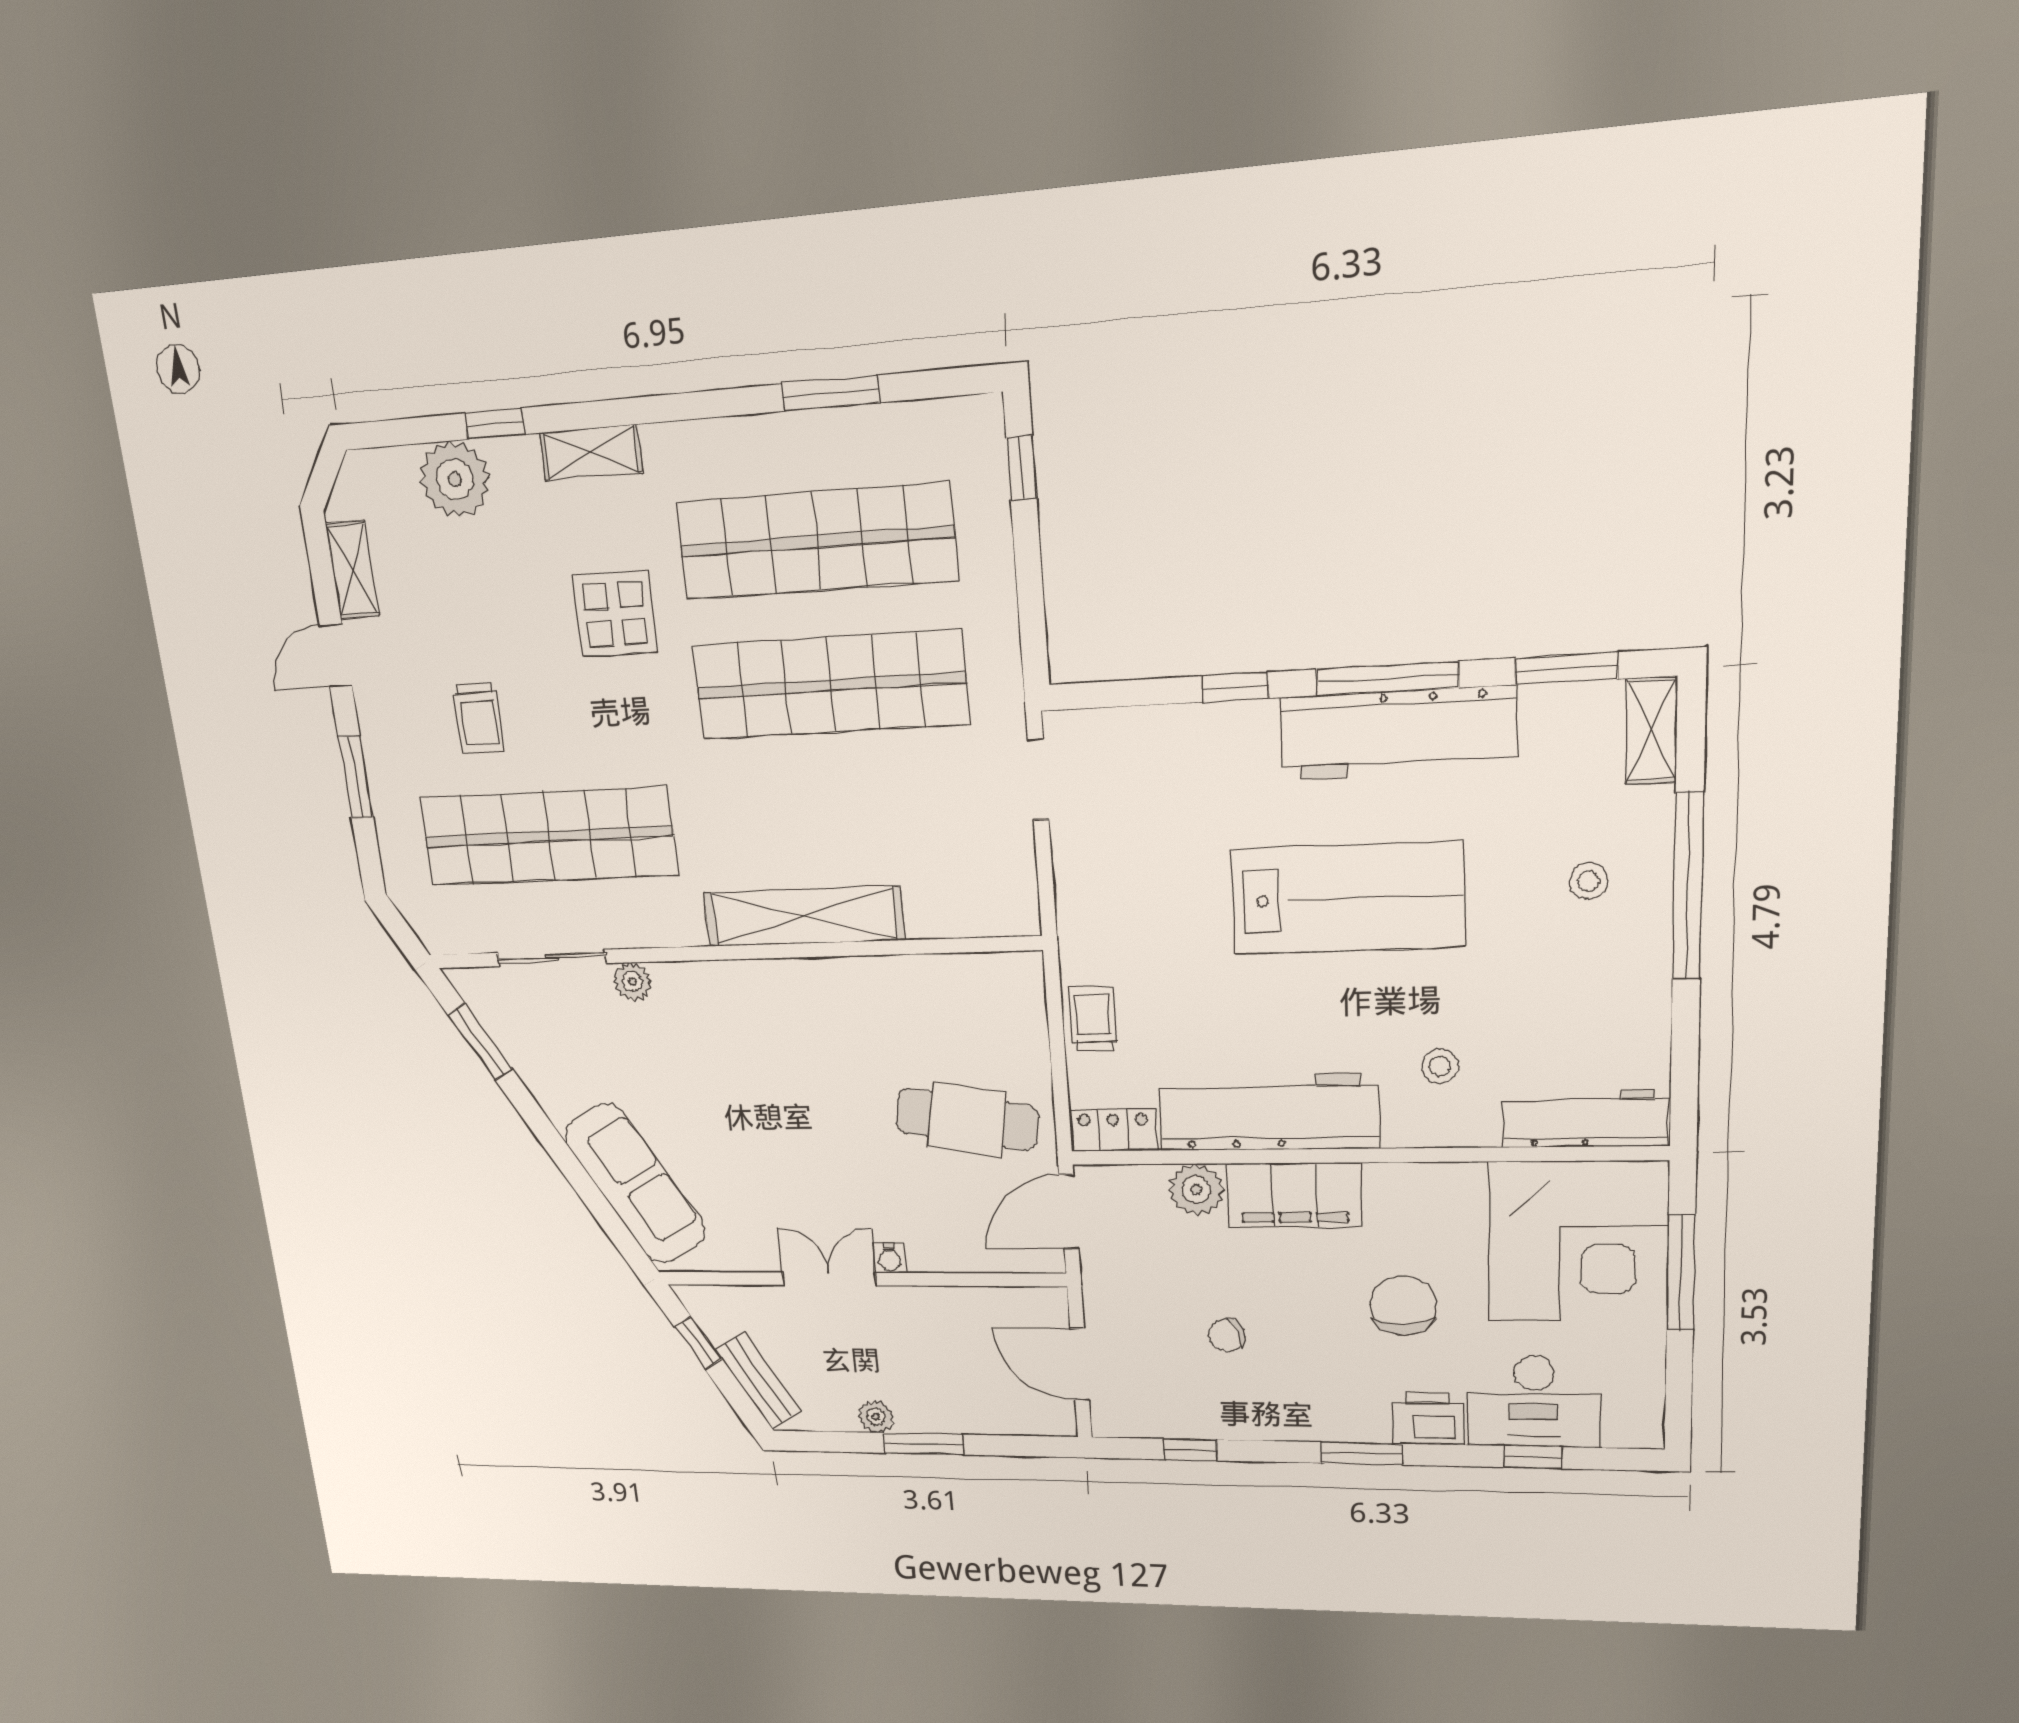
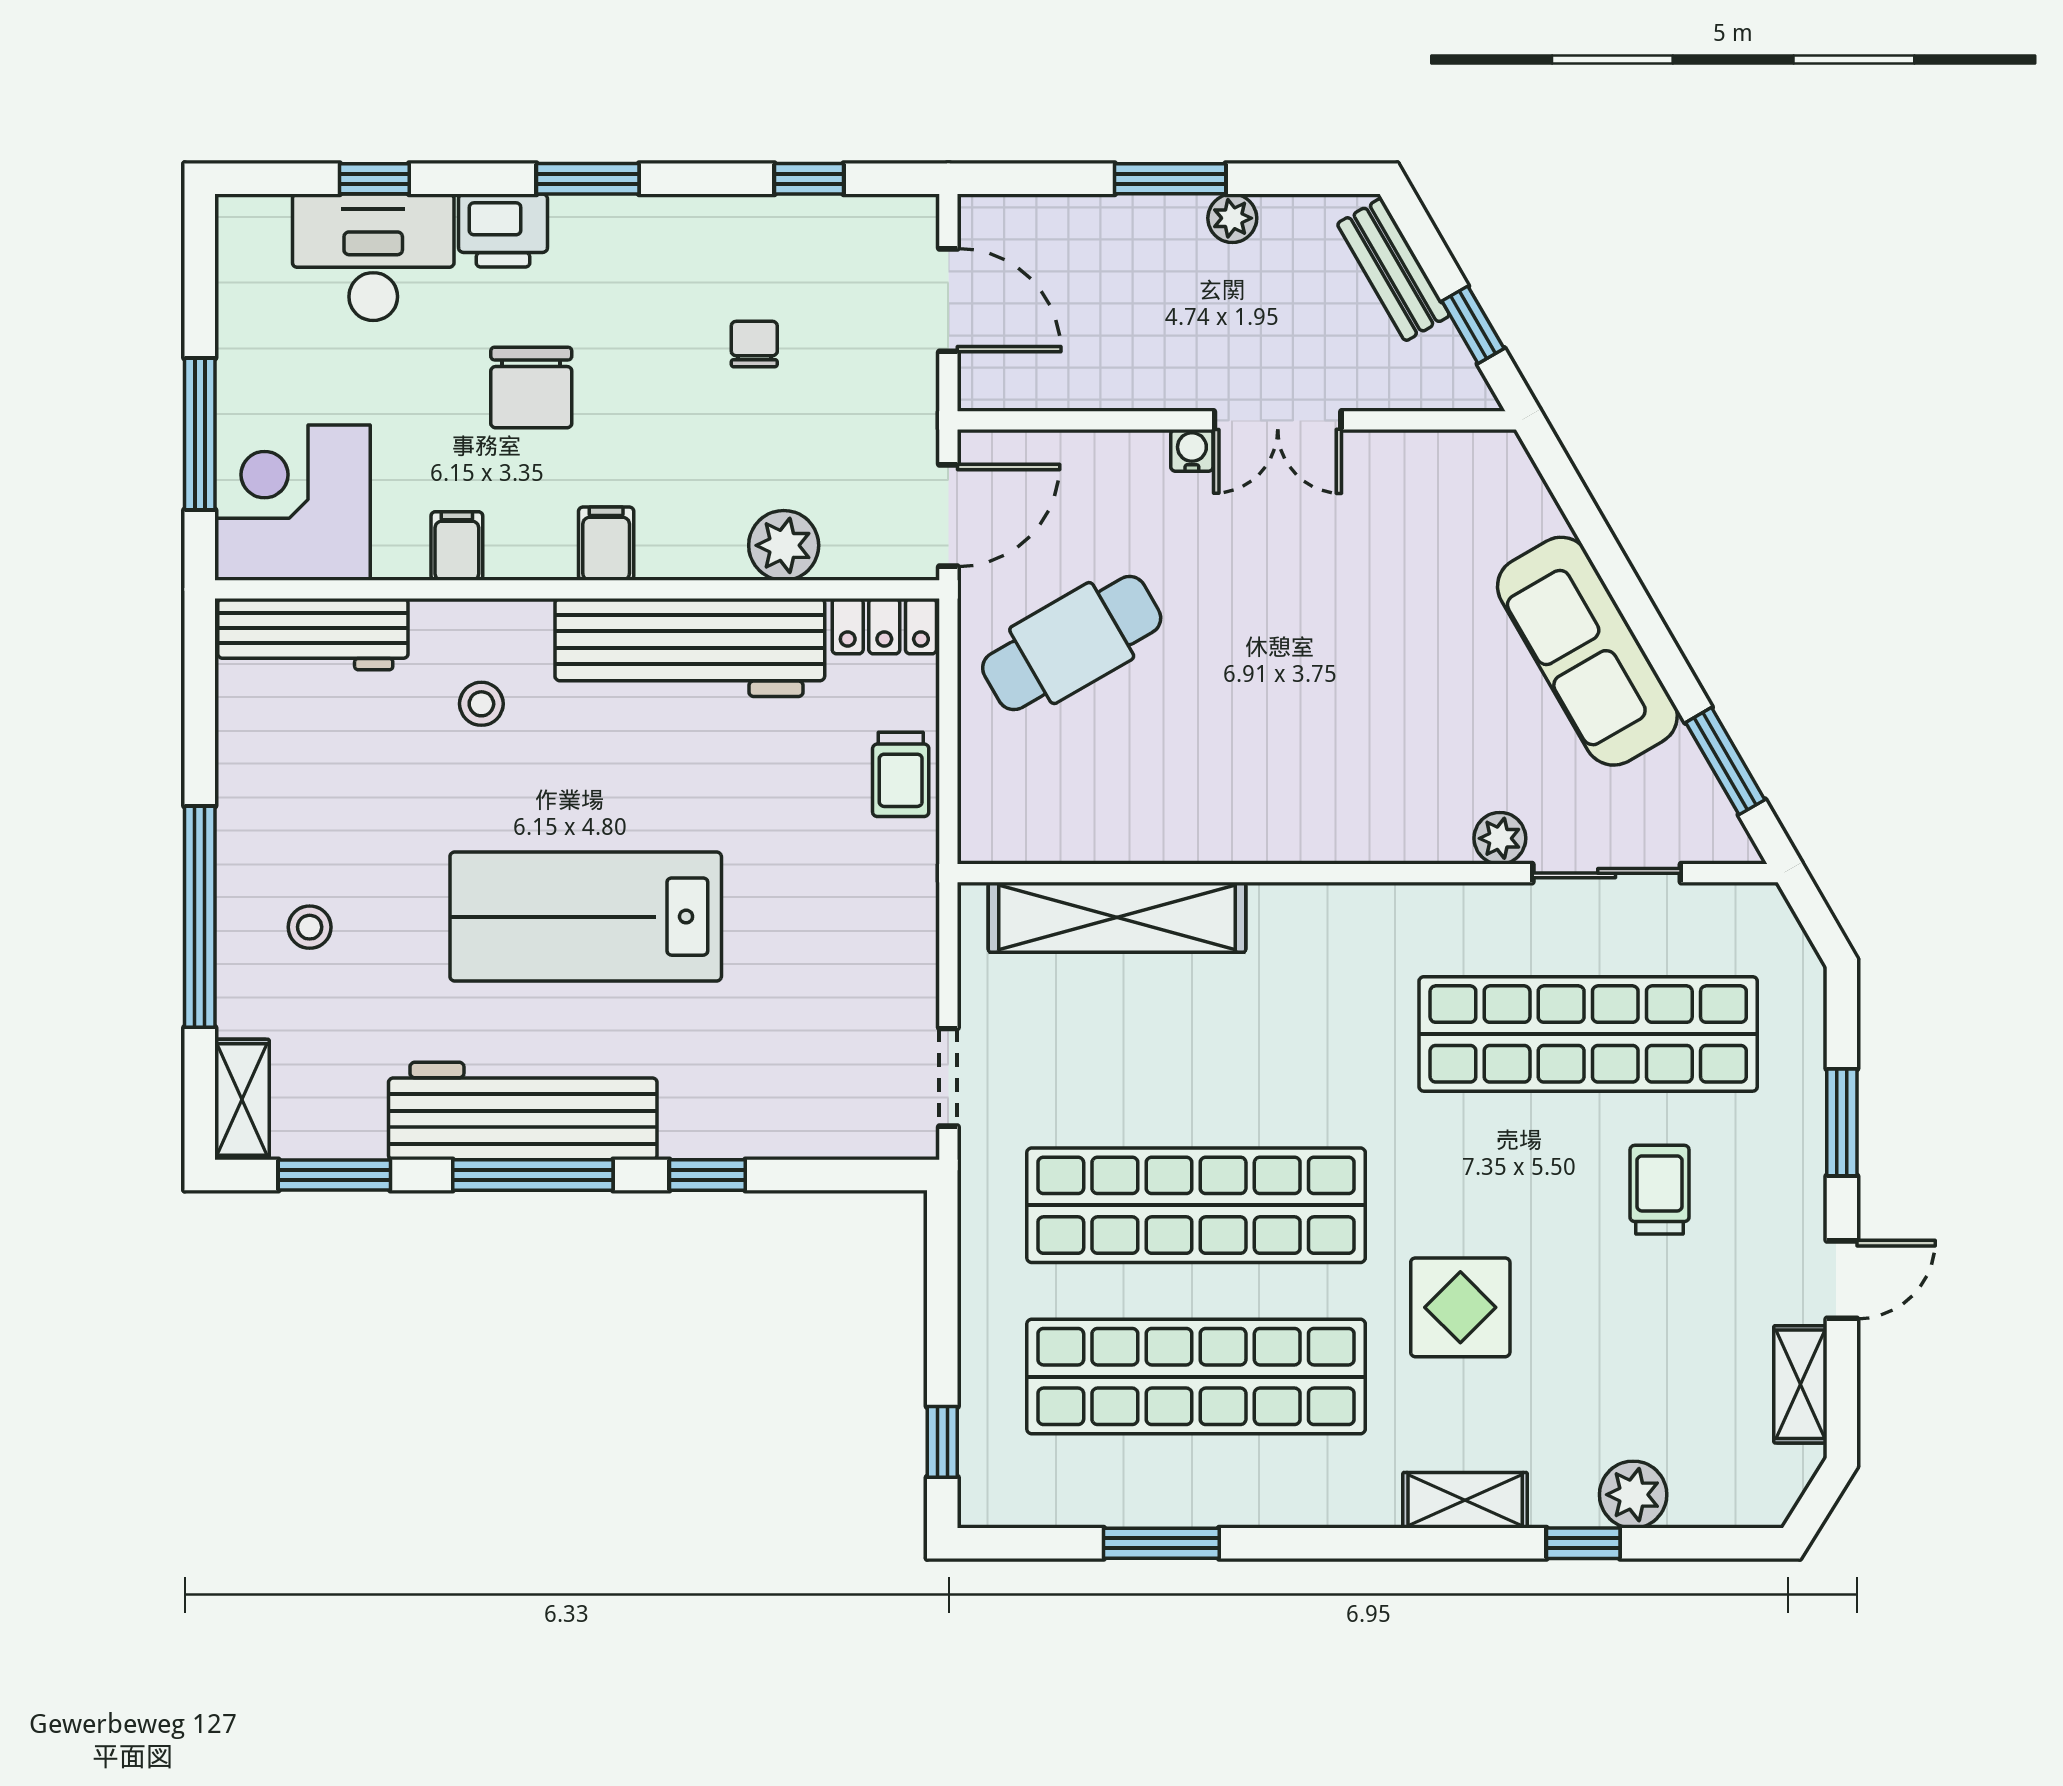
plant: (455, 479) -> (1633, 1495), width x0.73, depth x0.73
shelving: (804, 916) -> (1117, 917), moved
cafe table: (967, 1119) -> (1072, 643), turned -39
sofa: (635, 1184) -> (1587, 651), moved
filing cabinet: (1462, 1188) -> (457, 546), added
filing cabinet: (1294, 1195) -> (606, 544), width x0.33, depth x0.86
corner desk: (1578, 1242) -> (292, 503), width x0.74, depth x0.74
chair: (1227, 1335) -> (754, 344), turned -68

